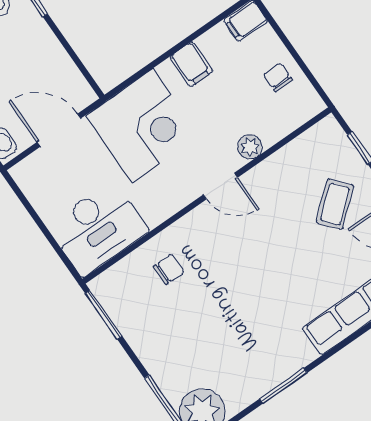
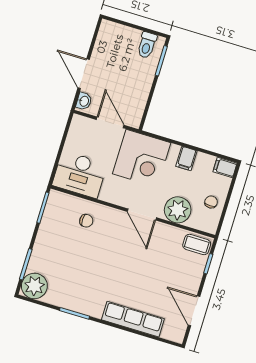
plant: (250, 147) -> (178, 210), width x1.87, depth x1.87
door: (220, 186) -> (142, 215), width x1.38
coffee table: (335, 204) -> (197, 245), moved, turned 40

